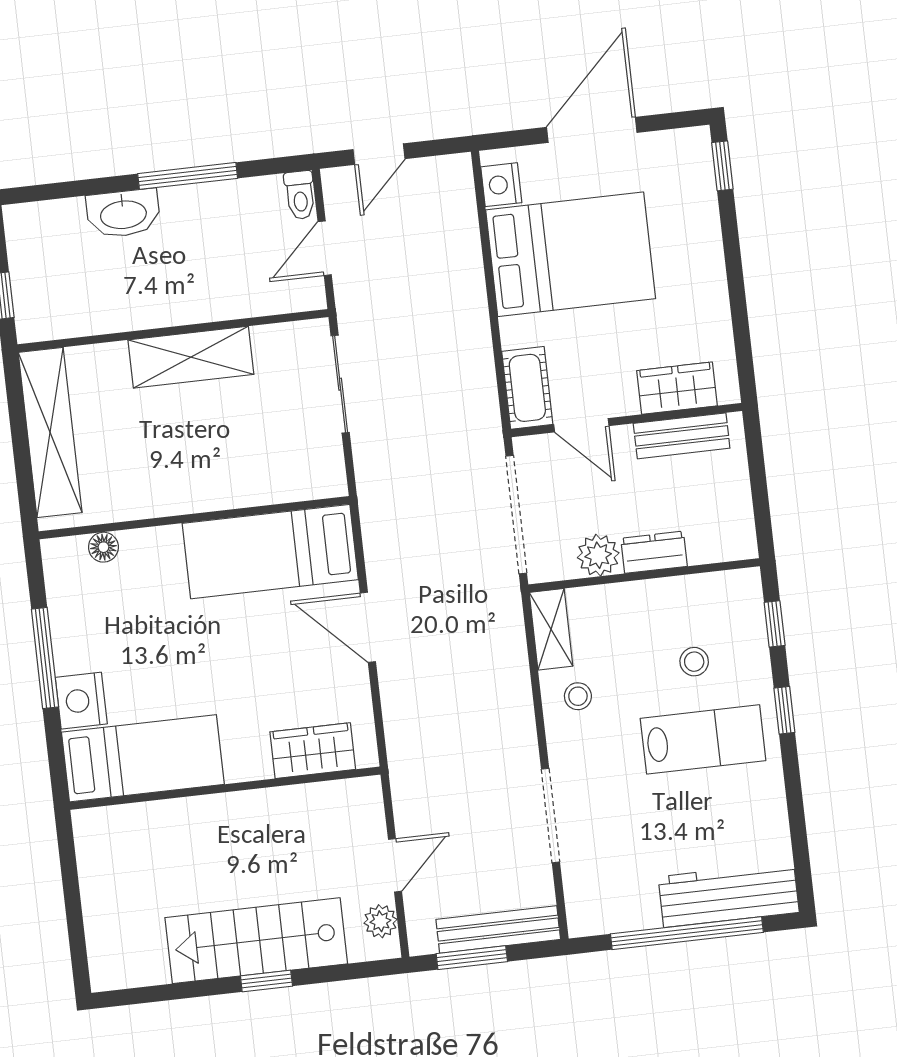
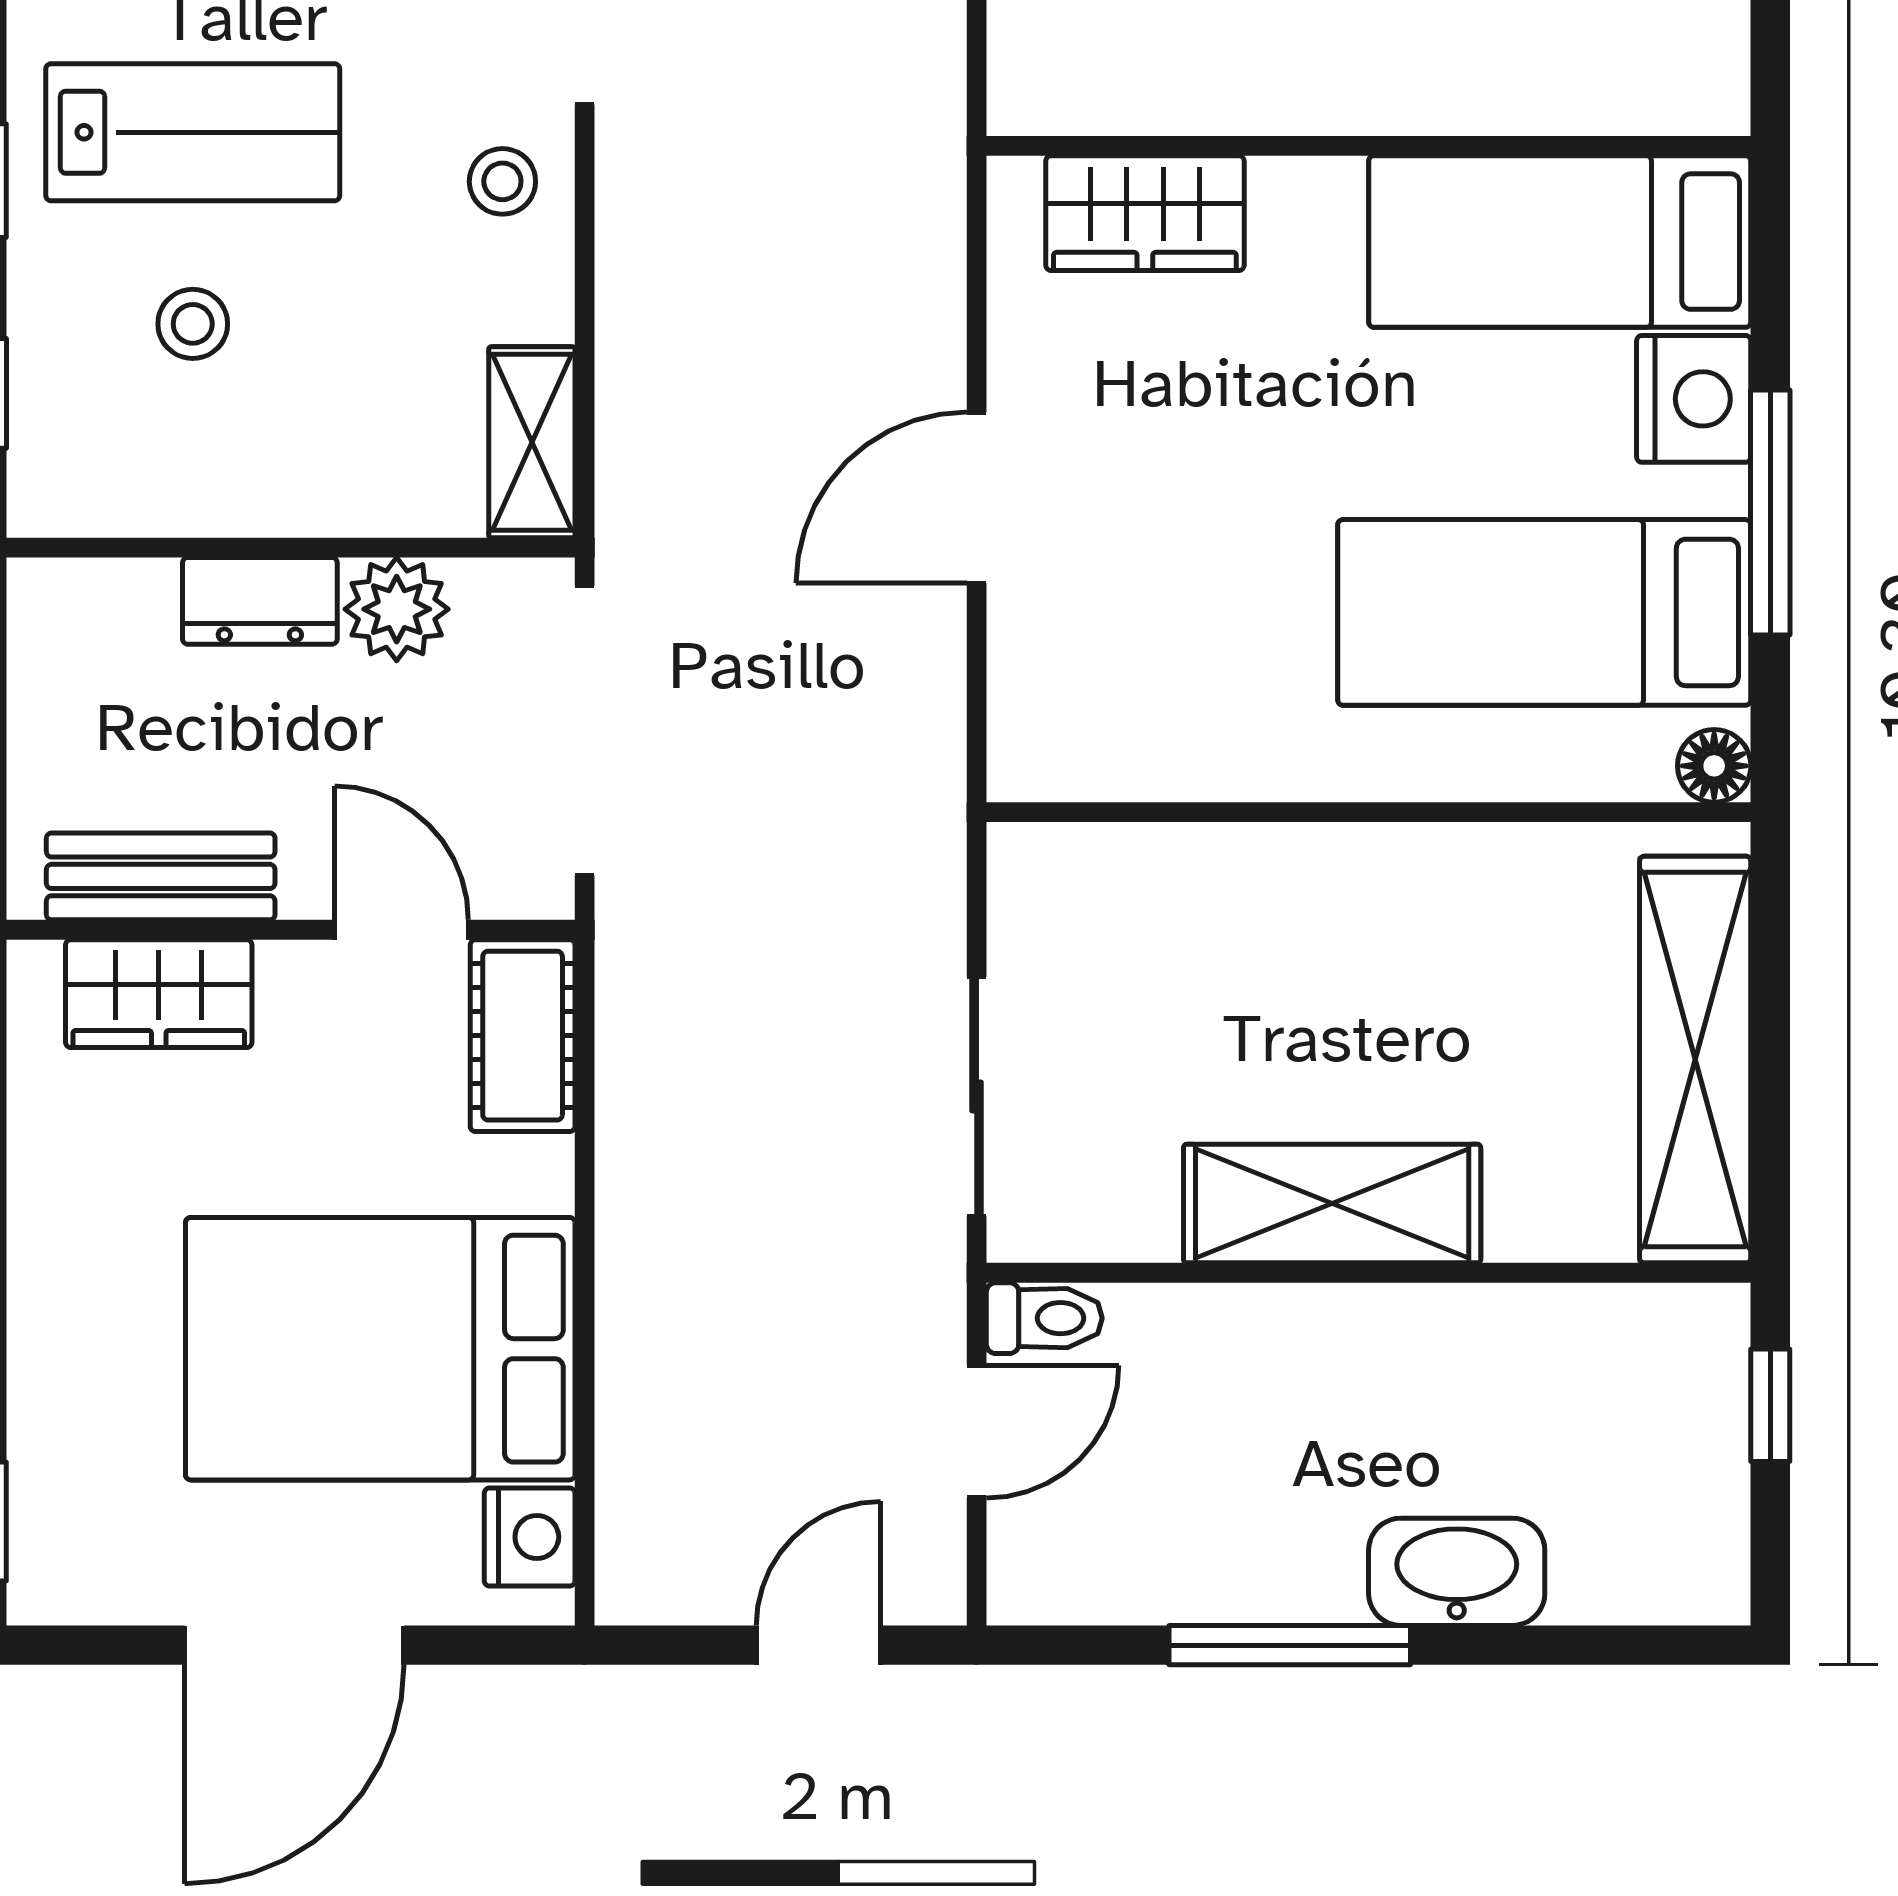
toilet: (300, 195) -> (1044, 1318), moved, turned 90
floor lamp: (103, 547) -> (1714, 766), moved
bed: (270, 552) -> (1544, 612), moved, turned 180
door: (368, 627) -> (977, 498), swing flipped
stool: (578, 696) -> (502, 181), moved
lab bench: (703, 739) -> (193, 132), turned 180

